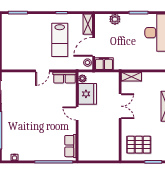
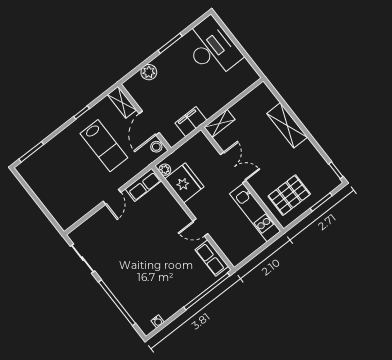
filing cabinet: (104, 64) -> (191, 122), moved
door: (77, 114) -> (200, 227), moved
kitchen unit: (113, 140) -> (255, 213), added

